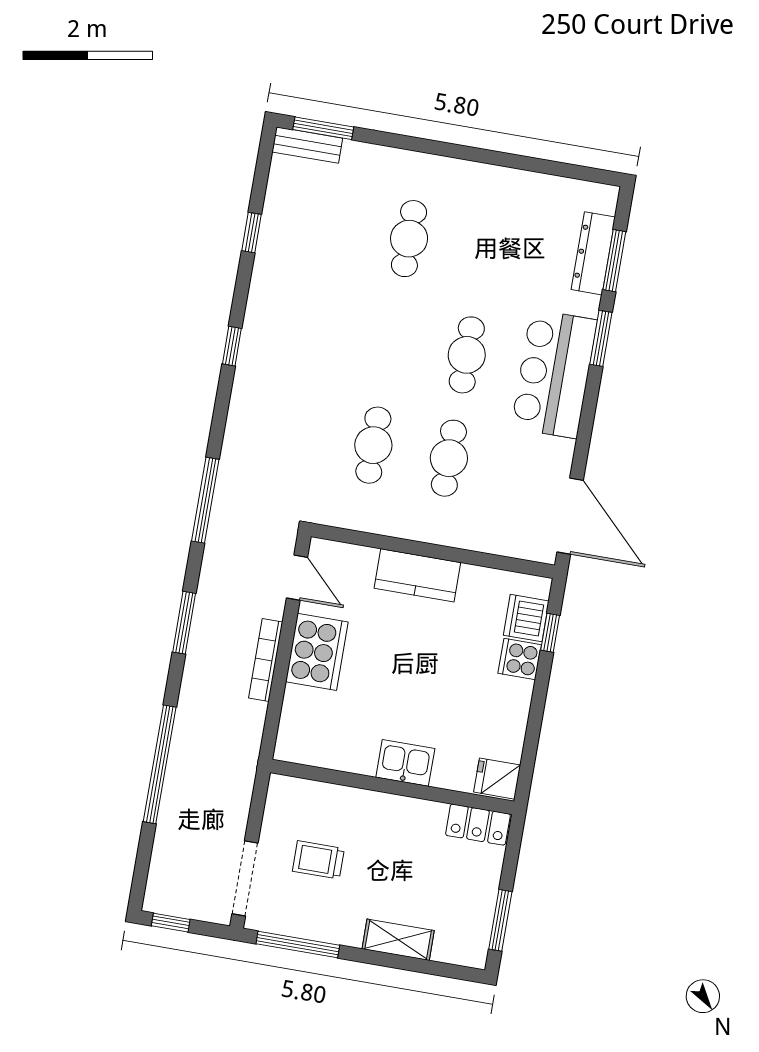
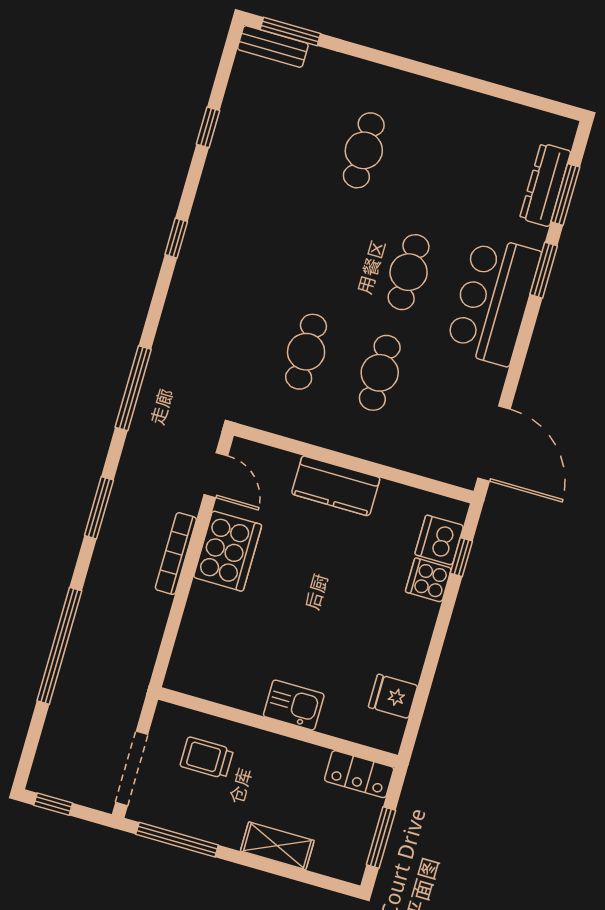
kitchen sink: (405, 763) -> (294, 705), moved
wall: (392, 787) -> (278, 727), moved
locker: (478, 825) -> (359, 774), moved

